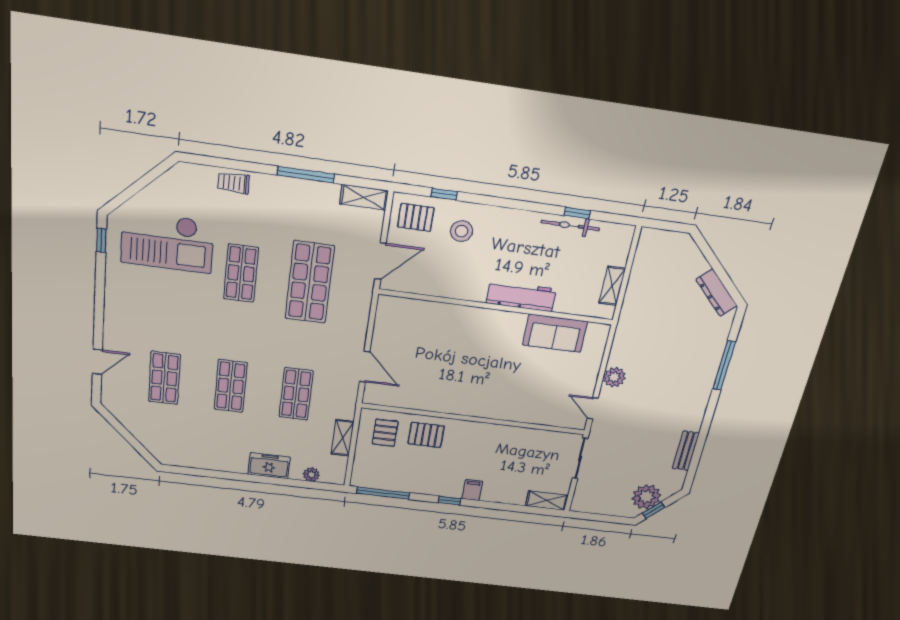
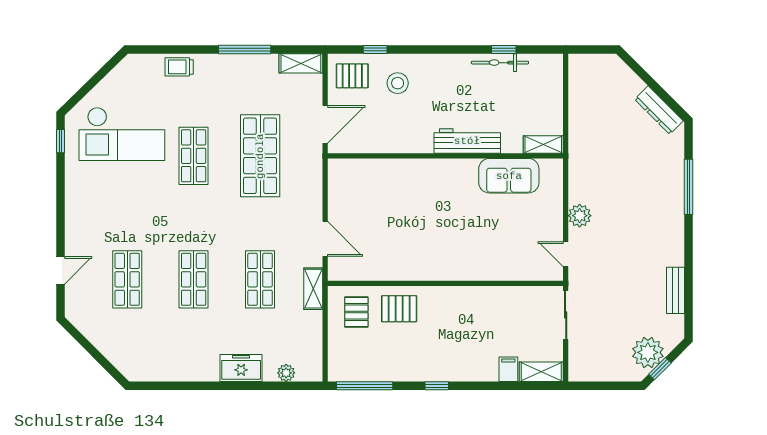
shelving: (612, 286) -> (543, 144), moved, turned 90
shelving: (343, 438) -> (313, 289), moved
filing cabinet: (472, 490) -> (508, 369), moved

